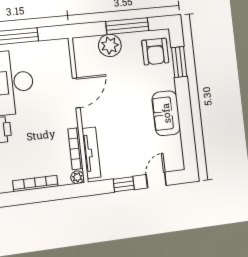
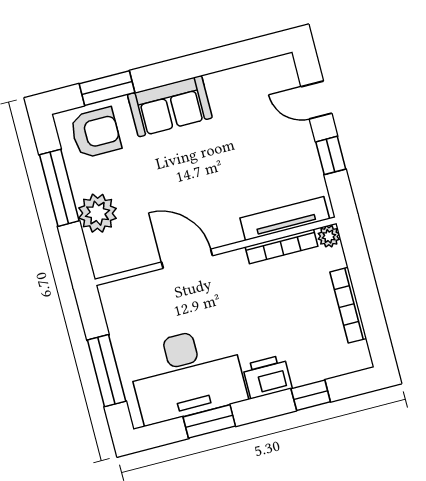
sofa: (166, 113) -> (170, 106), moved

